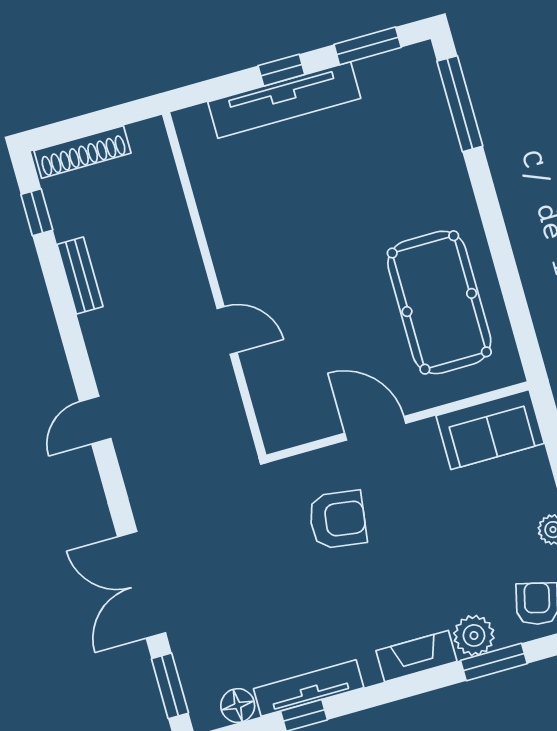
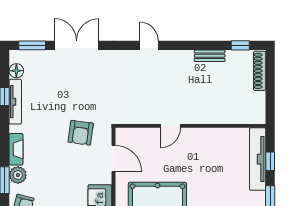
wall: (214, 285) -> (191, 126), moved
door: (227, 331) -> (170, 126), moved
door: (375, 428) -> (114, 159), hinge flipped

